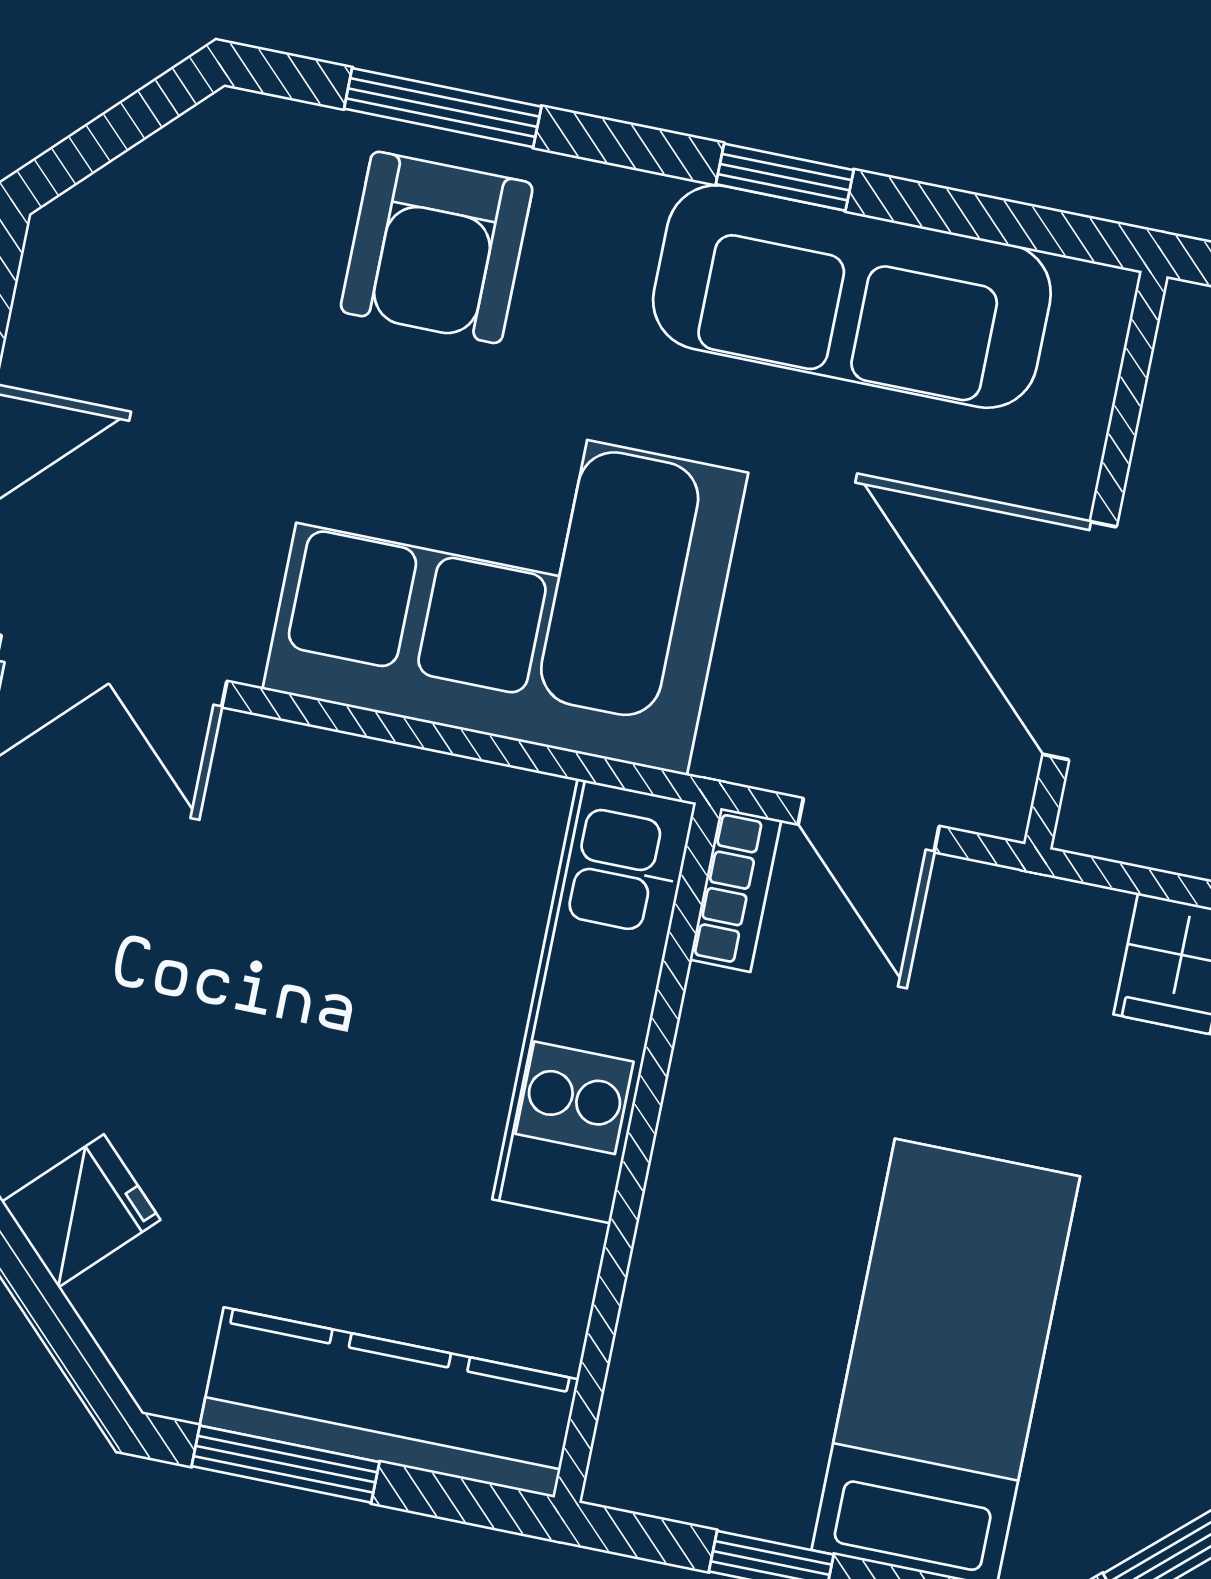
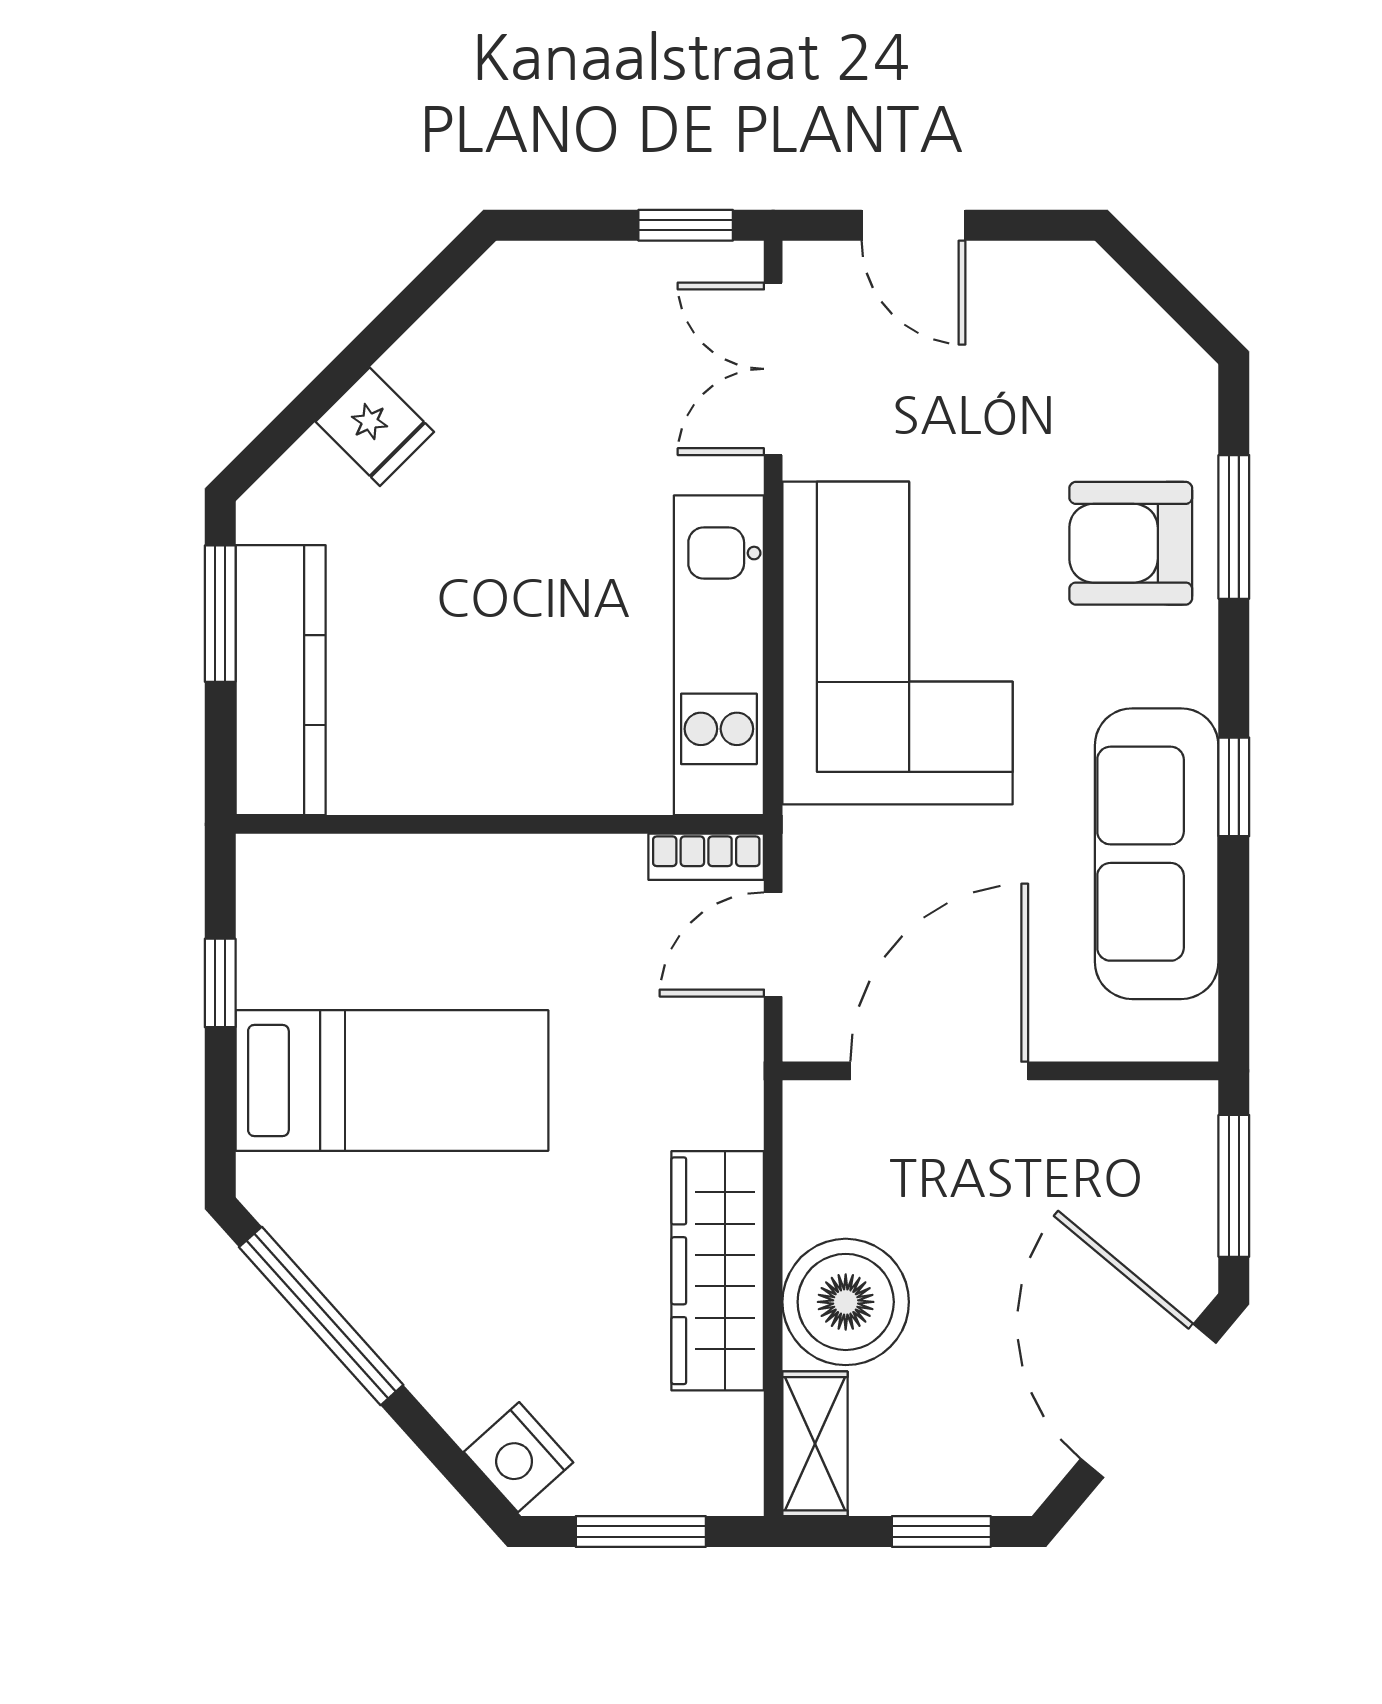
kitchen unit: (594, 1001) -> (719, 655), moved, turned -90

